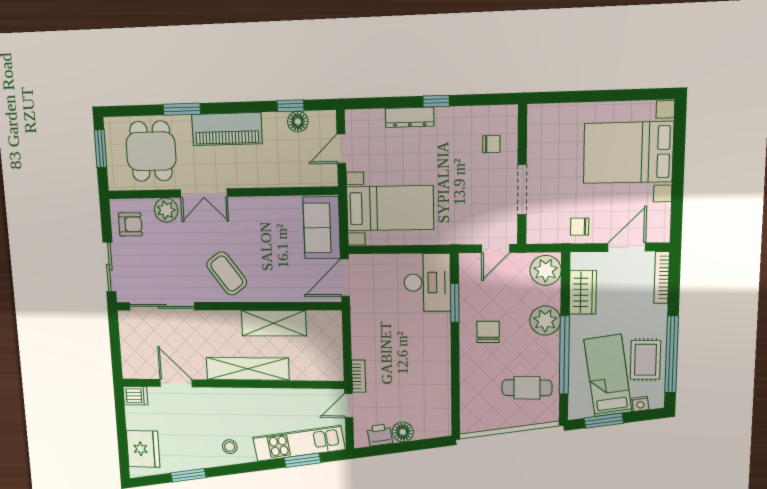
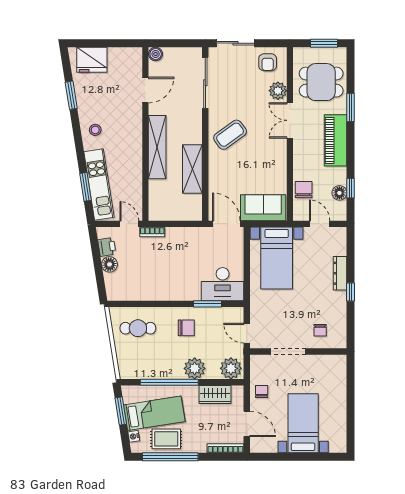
bed with nightstands: (628, 153) -> (303, 423), width x0.73
chair: (295, 172) -> (304, 190), added
boiler: (130, 370) -> (156, 54), added
cafe table: (527, 388) -> (138, 328), moved, turned 90
dishwasher: (135, 396) -> (135, 57), removed

